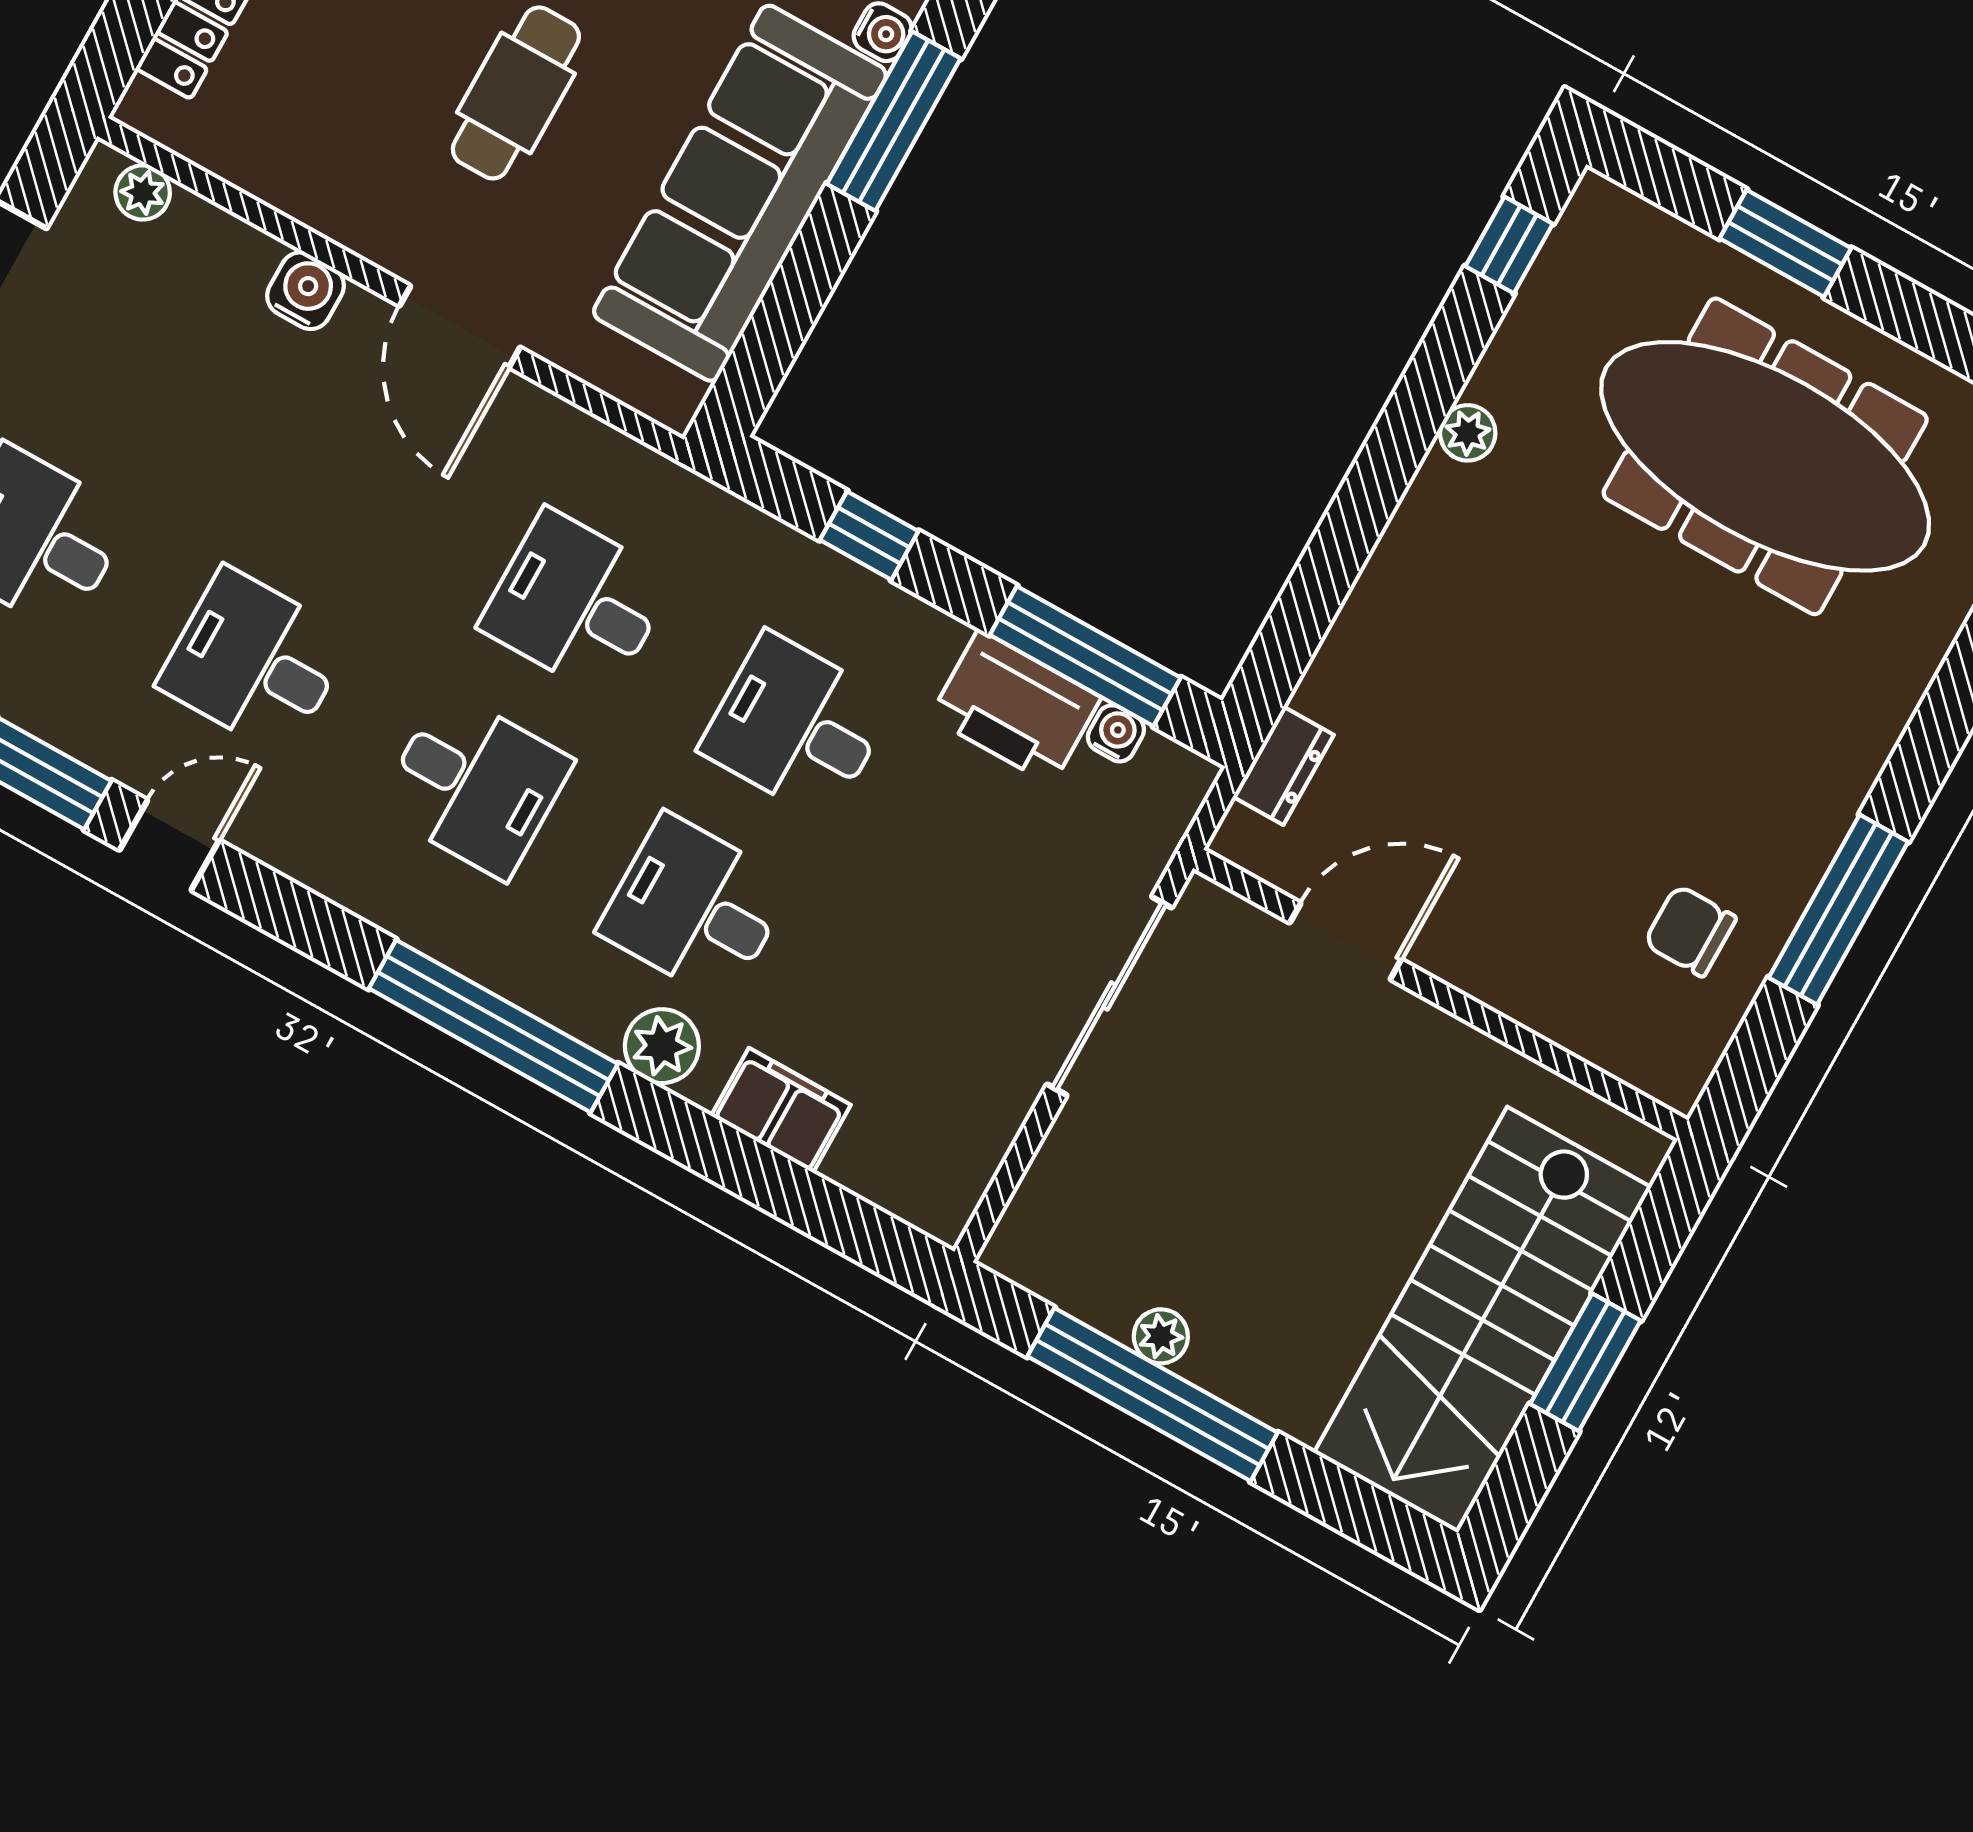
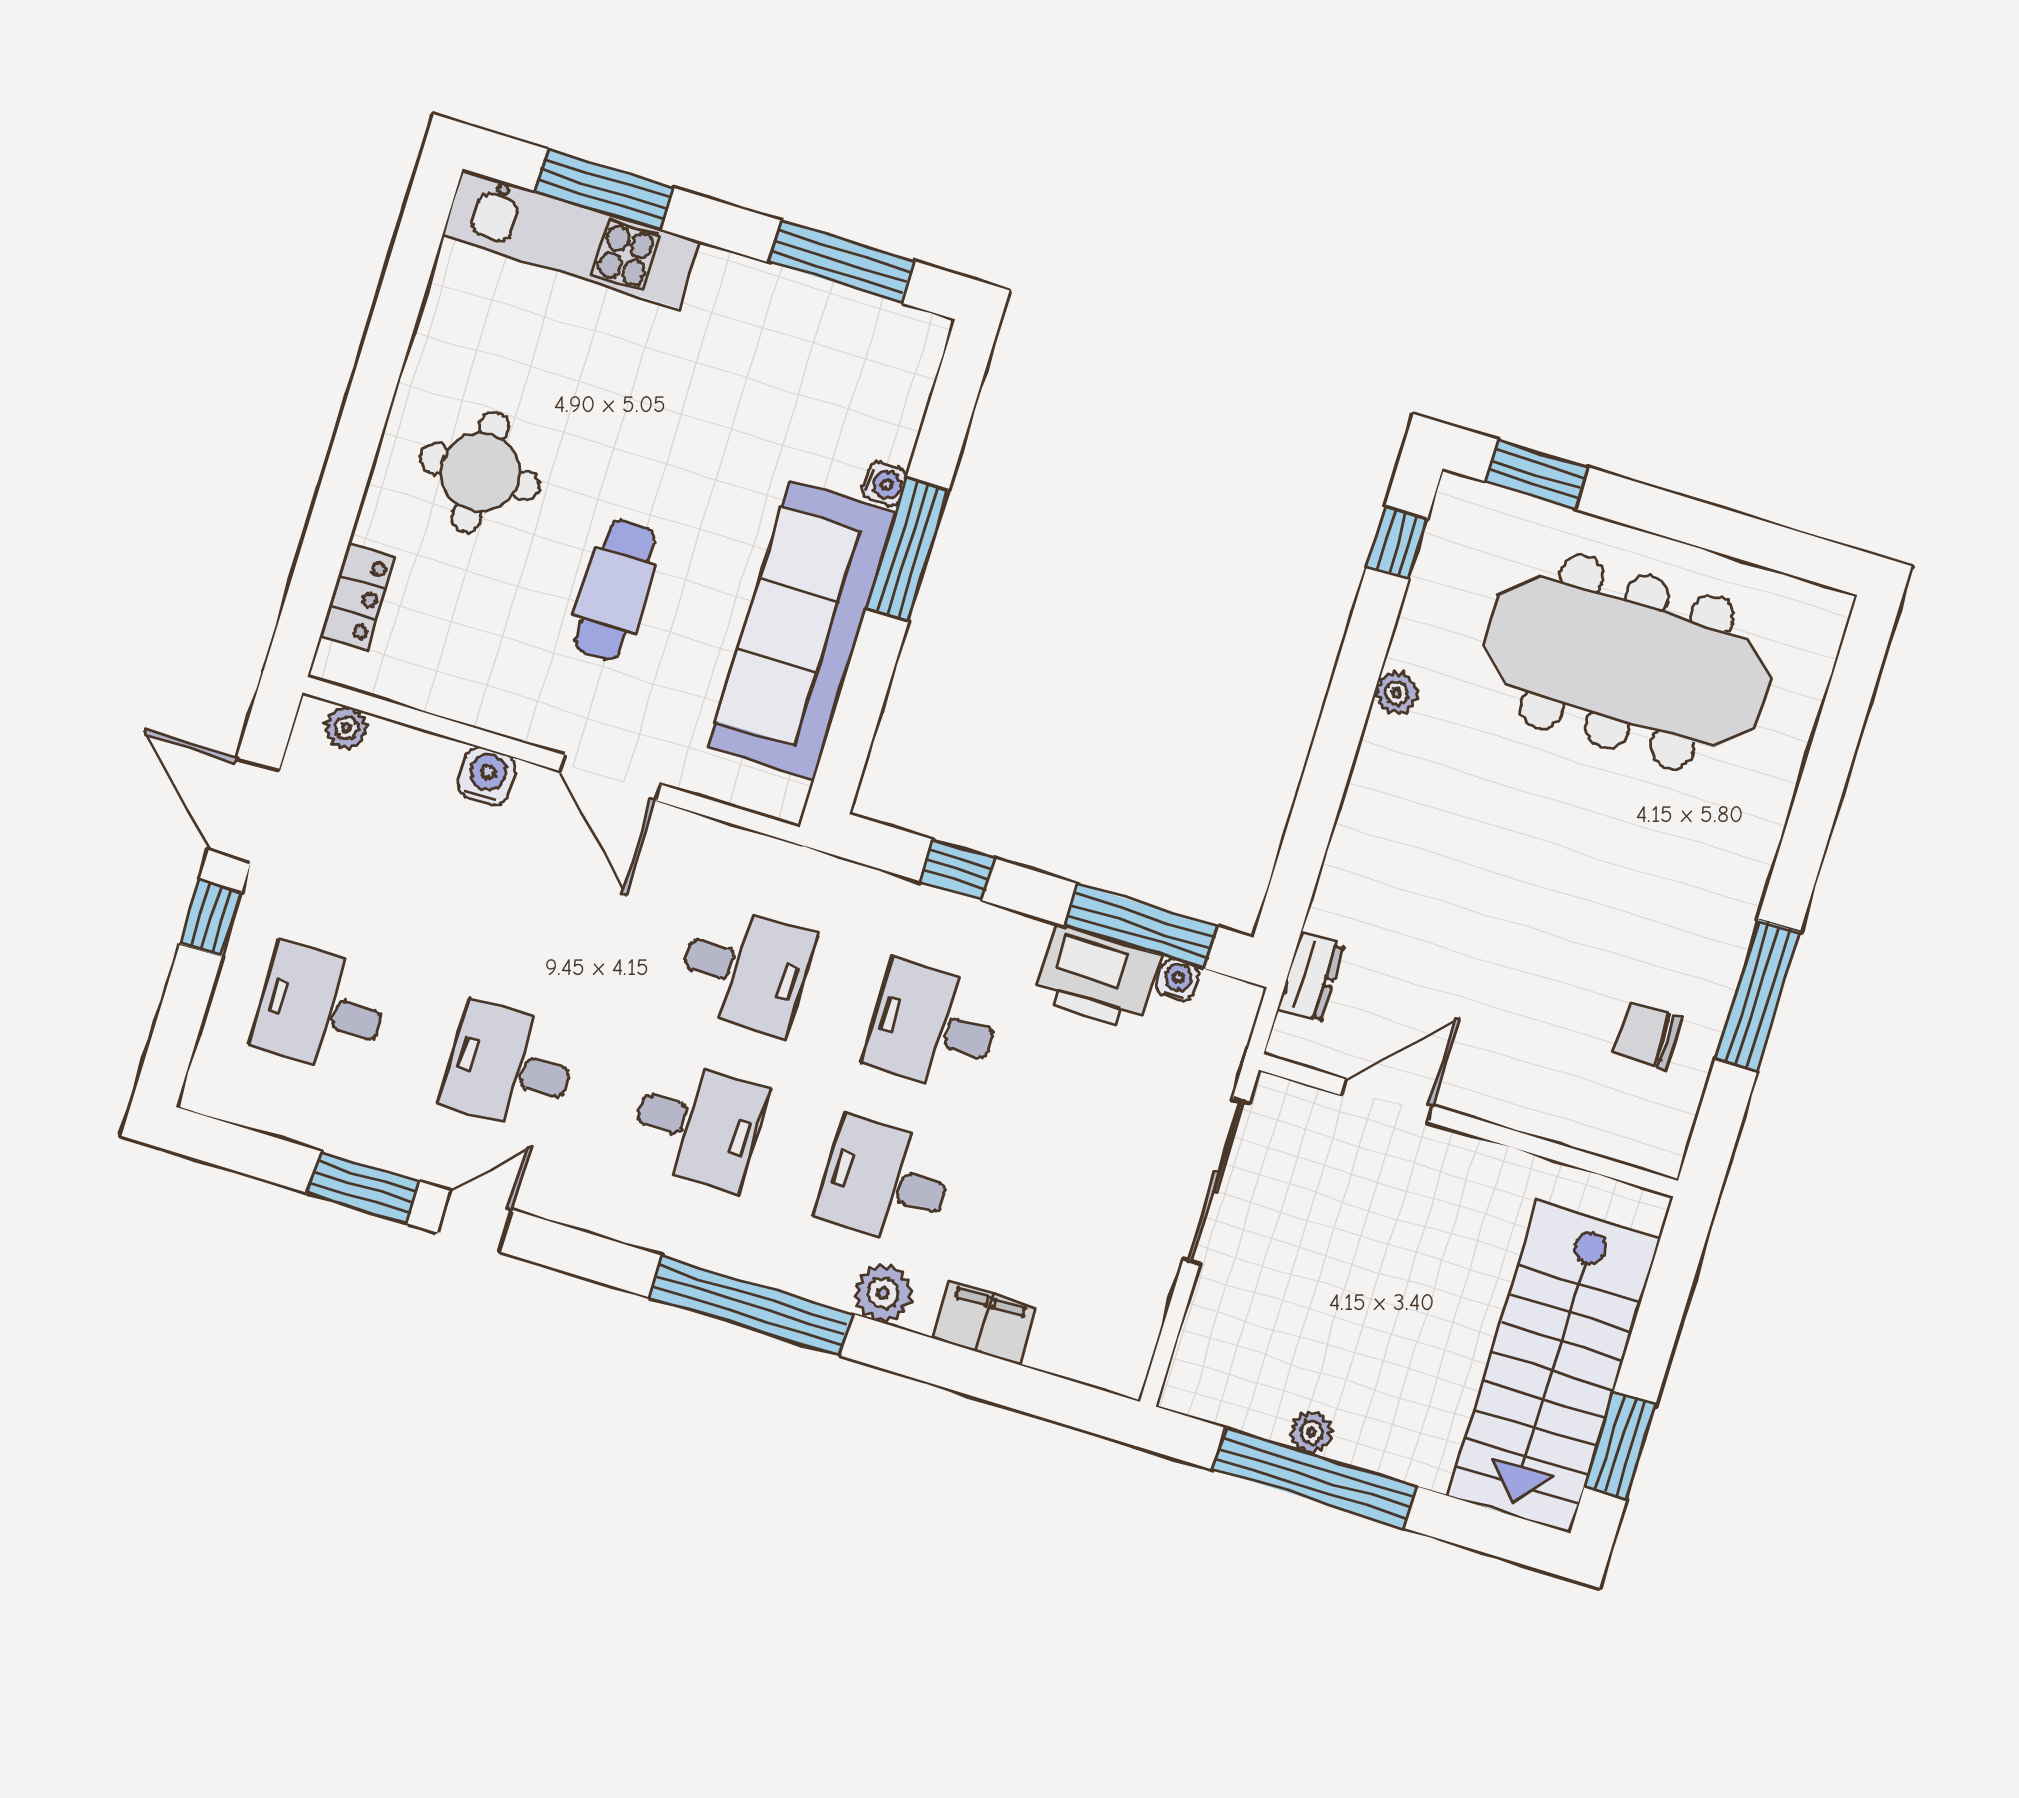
window: (1785, 243) -> (1537, 474), moved
desk: (576, 603) -> (745, 970), turned 180
window: (1585, 1362) -> (1620, 1446), moved

